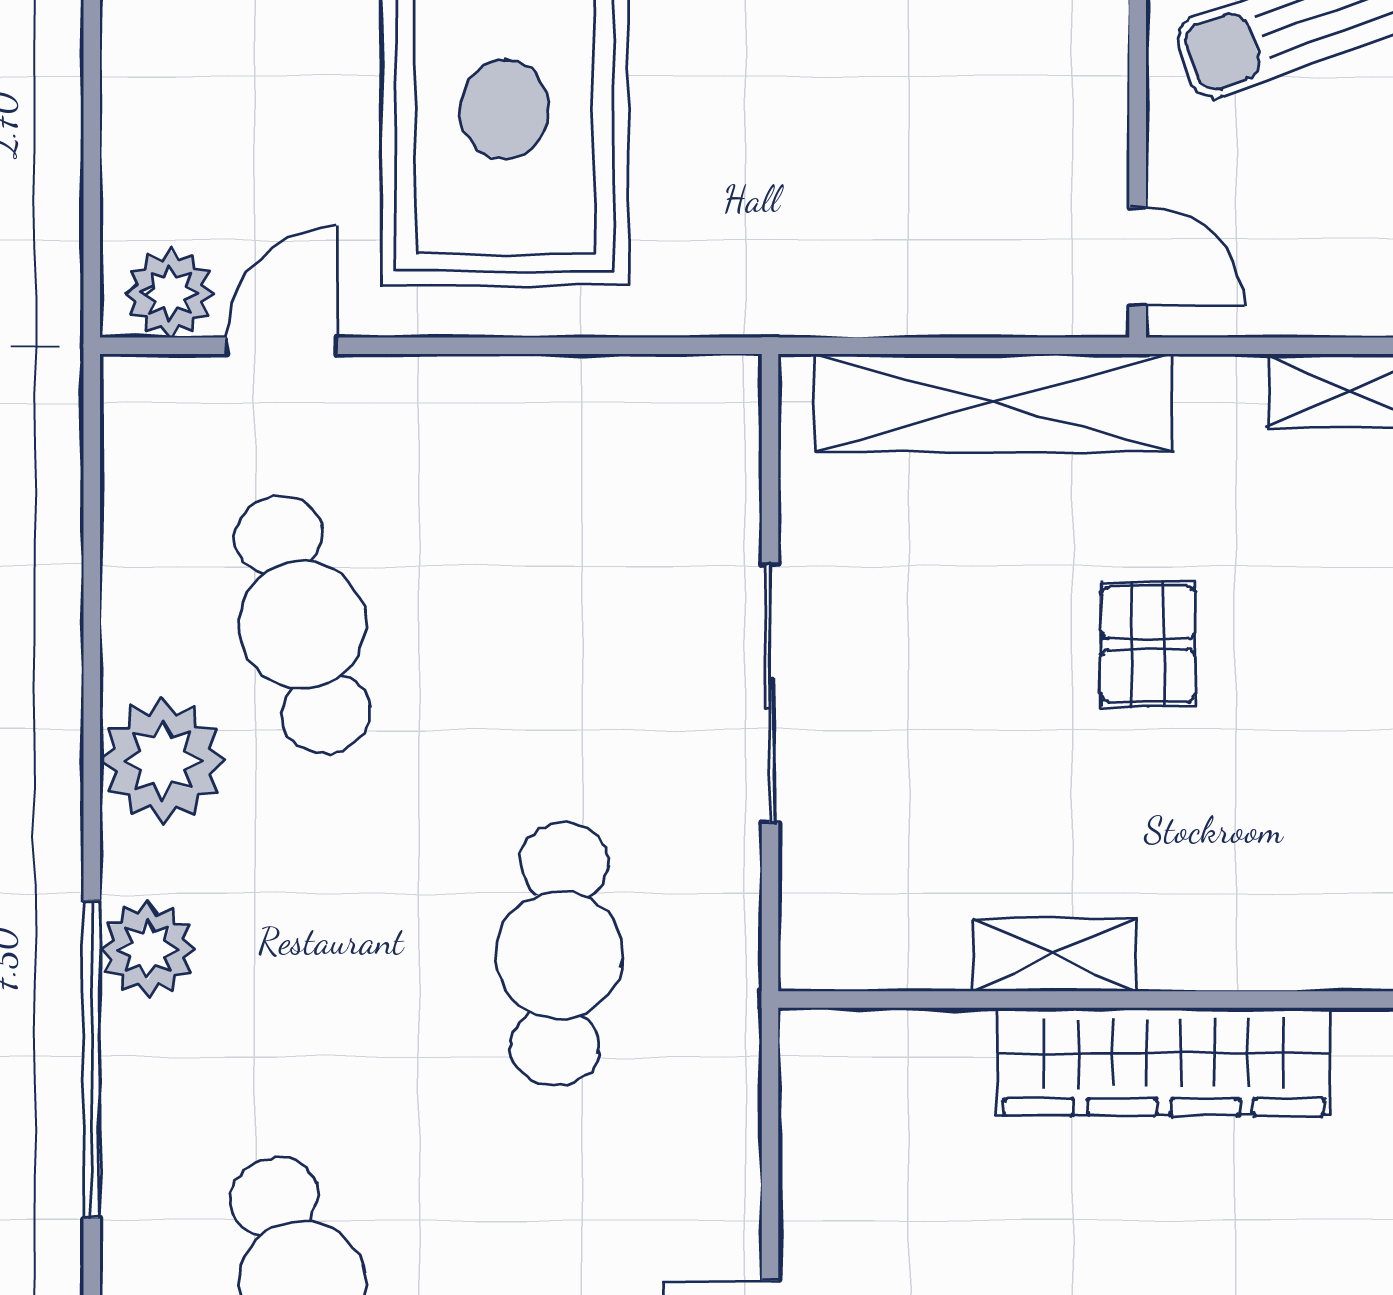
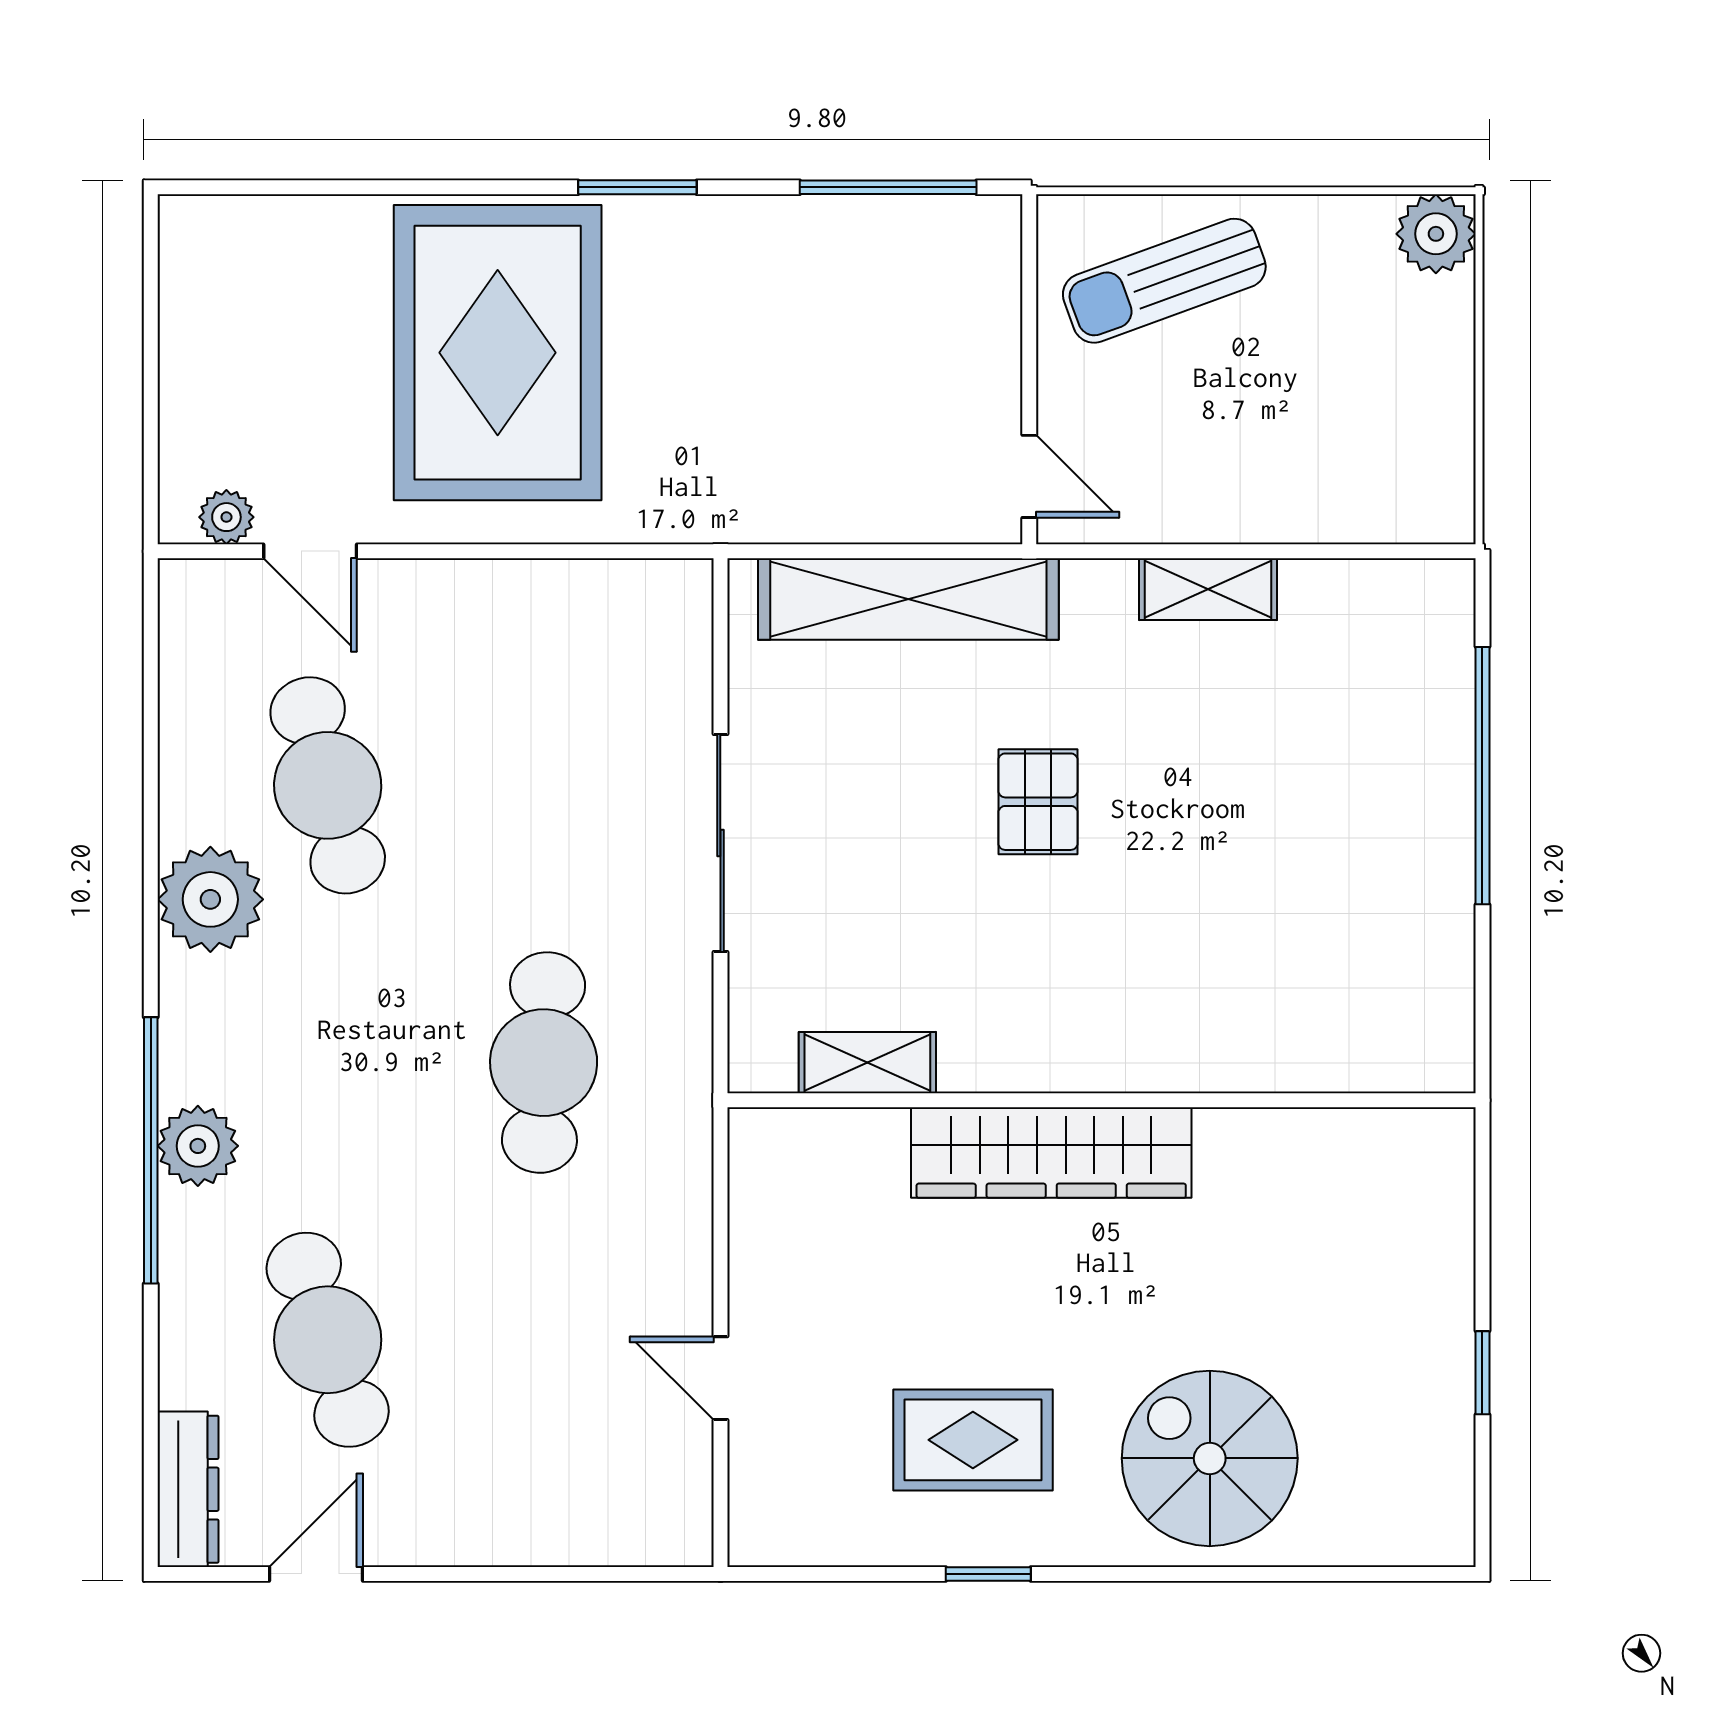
plant: (170, 293) -> (226, 517), width x0.73, depth x0.73
door: (282, 346) -> (310, 551), swing flipped
plant: (148, 949) -> (198, 1146), moved
shelving: (1054, 955) -> (867, 1063), moved

